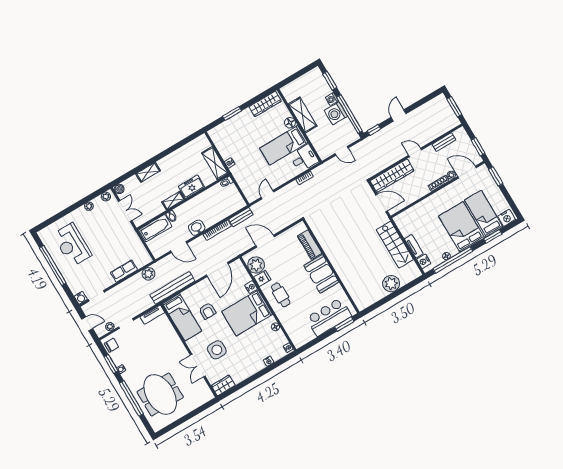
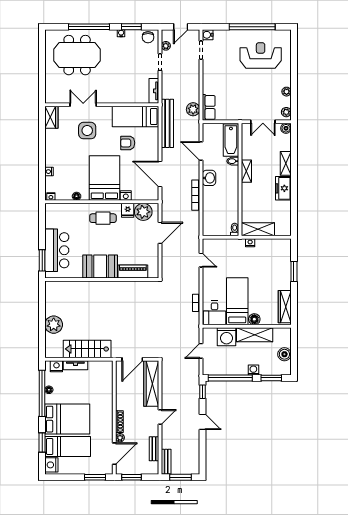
boiler: (304, 81) -> (284, 354), added
washing machine: (336, 113) -> (227, 337), moved, turned 180
freezer: (191, 187) -> (283, 188), moved, turned 180
bench: (241, 217) -> (166, 462), moved
door: (179, 247) -> (201, 151), hinge flipped
row of seats: (124, 271) -> (209, 107), moved

